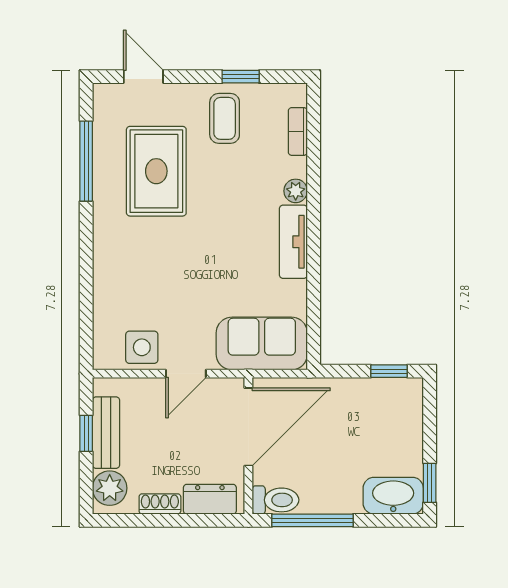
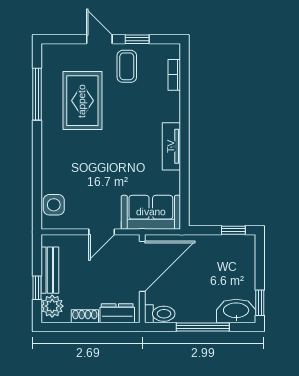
door: (143, 77) -> (99, 39), moved
plant: (296, 191) -> (173, 113), removed
side table: (142, 347) -> (54, 205), moved
window: (86, 433) -> (37, 288), moved
window: (313, 520) -> (203, 327), moved

